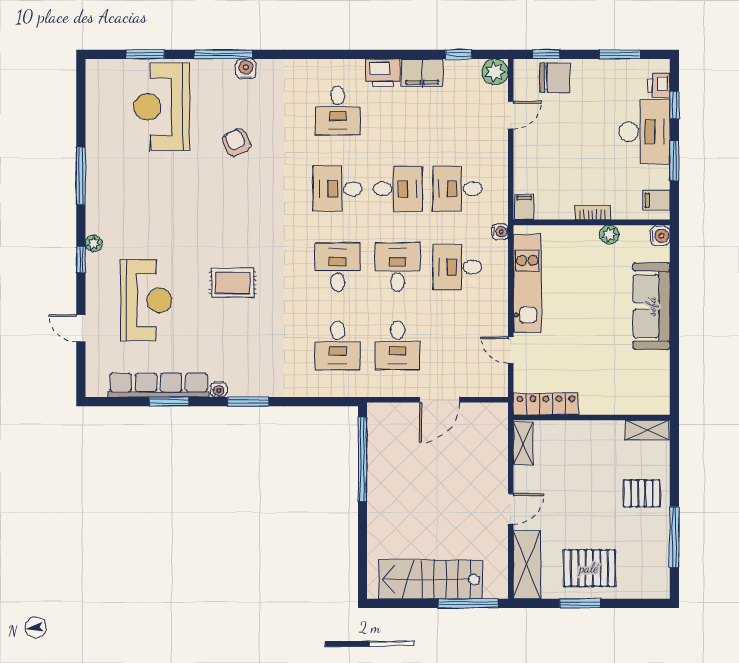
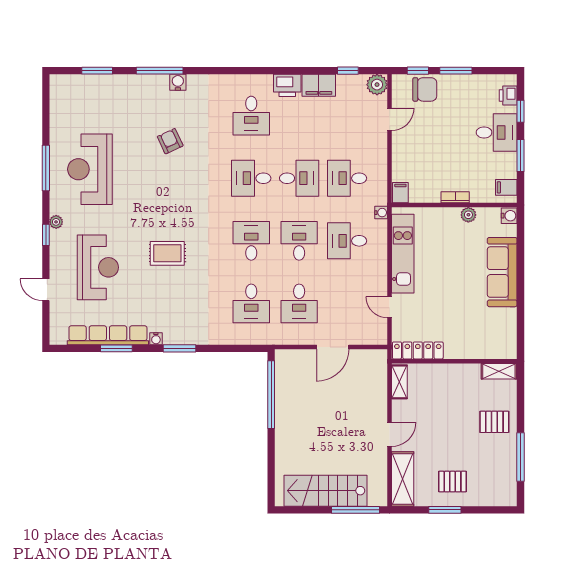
window: (620, 54) -> (456, 71), moved
reception desk: (162, 107) -> (90, 169), moved
desk: (644, 132) -> (497, 132), width x0.73
pallet: (589, 568) -> (453, 482), width x0.67, depth x0.71

